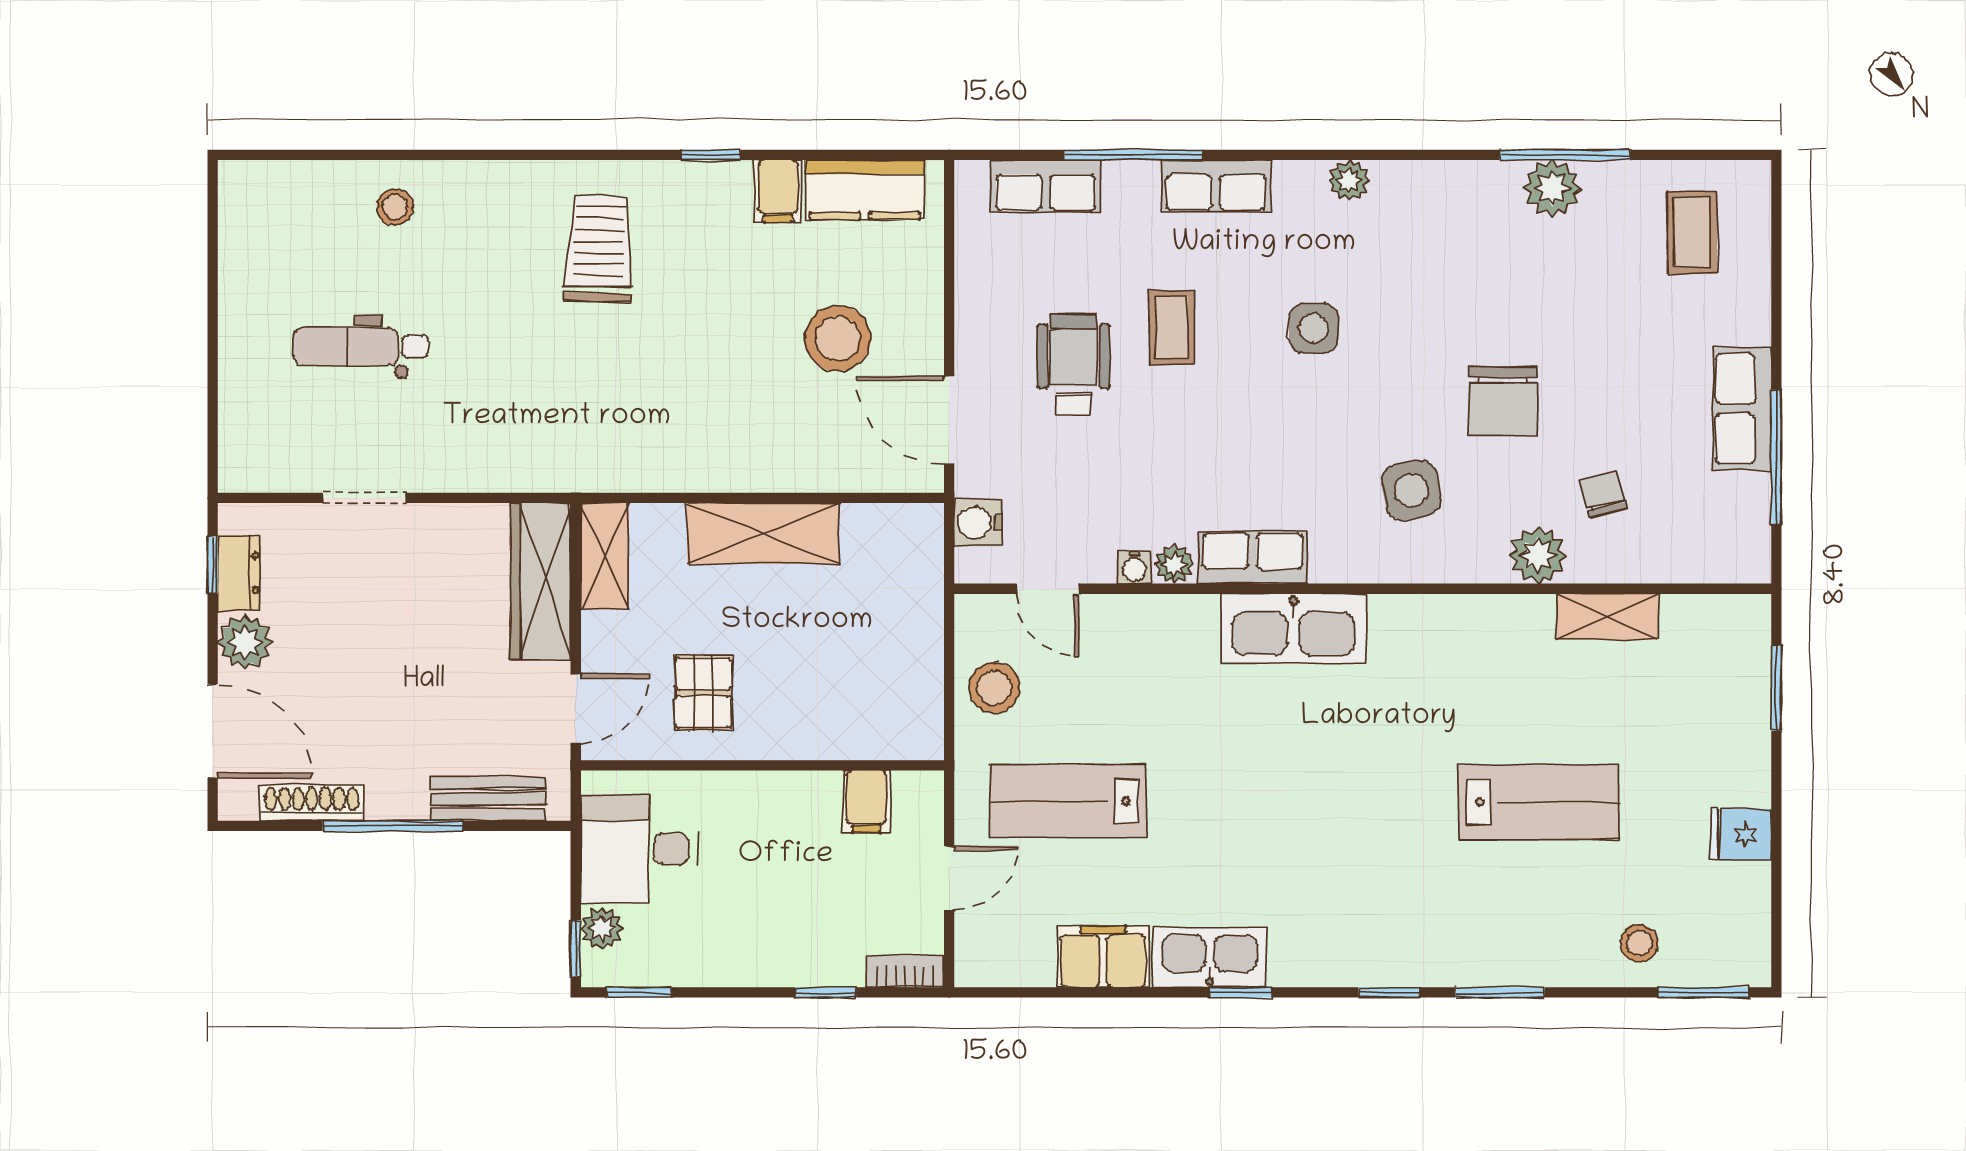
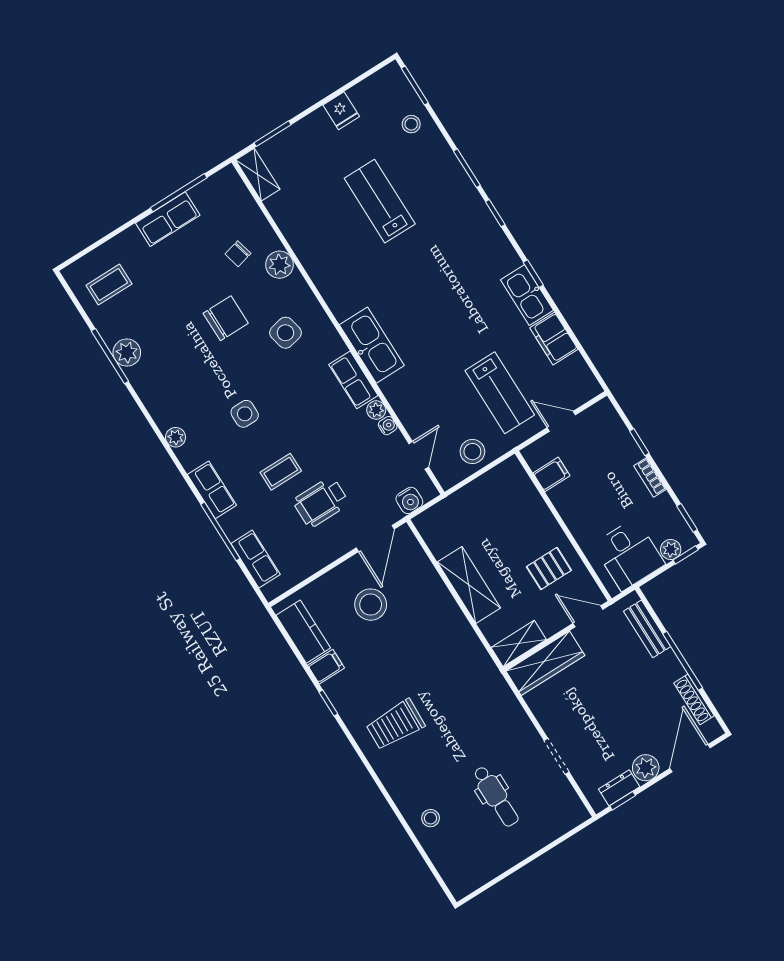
shelving: (1607, 617) -> (258, 175), moved
bookcase: (905, 972) -> (650, 478), moved

